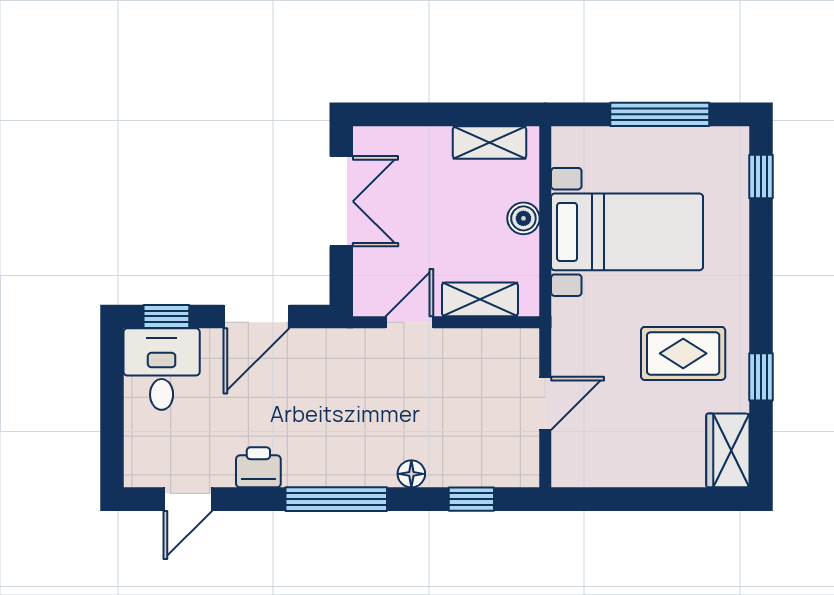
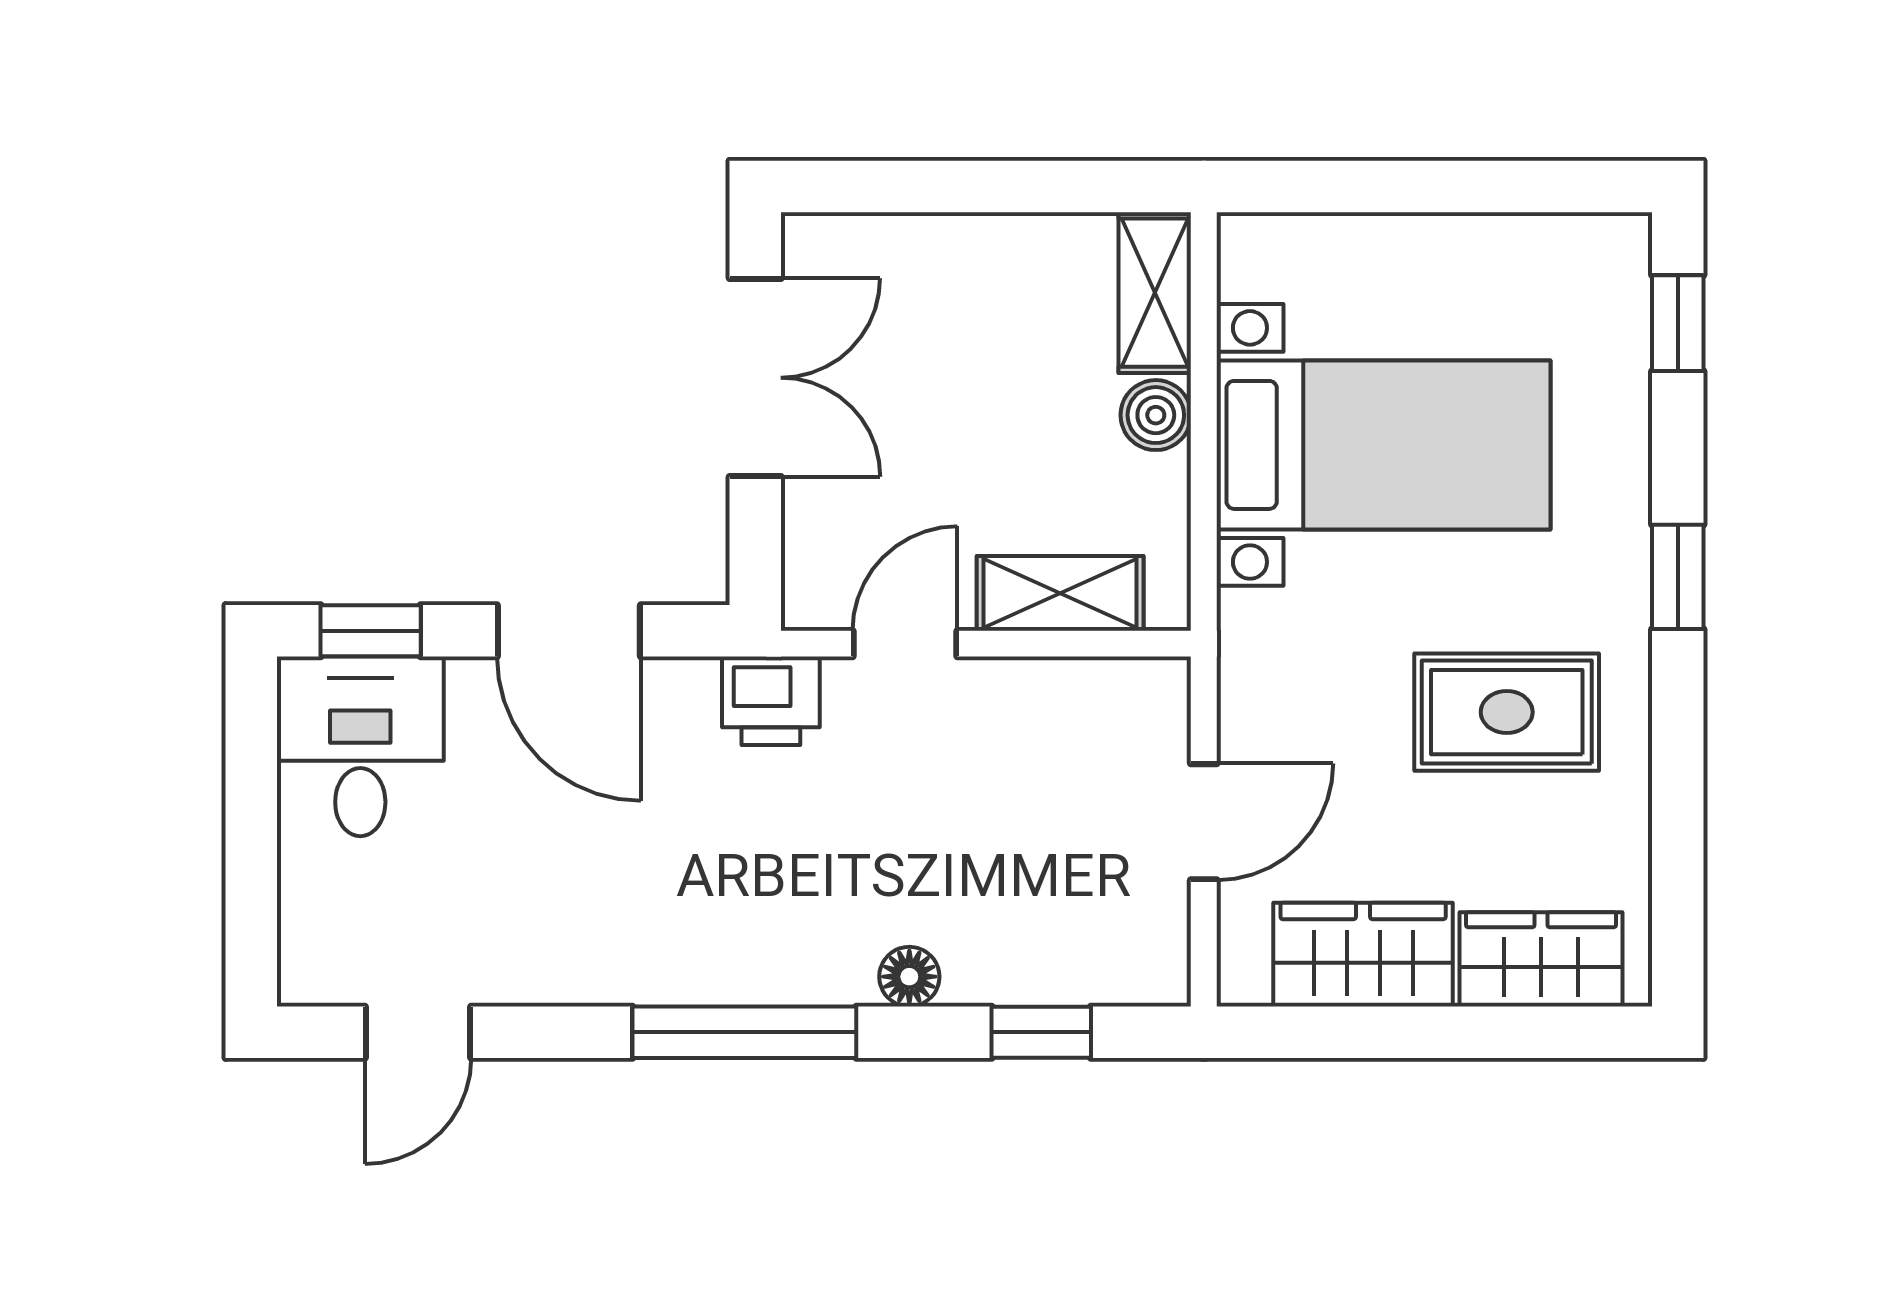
window: (660, 114) -> (1455, 187), removed
shelving: (490, 143) -> (1155, 293), moved, turned 90
door: (256, 316) -> (569, 631), hinge flipped
window: (761, 377) -> (1678, 577), moved
wardrobe: (728, 450) -> (1541, 959), moved, turned 90
wardrobe: (618, 464) -> (1363, 955), added
printer: (258, 467) -> (771, 701), moved, turned 180

